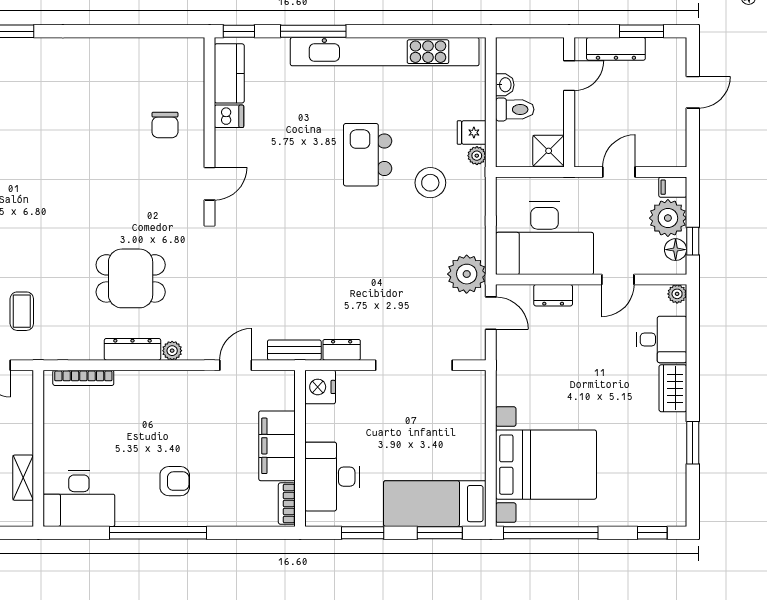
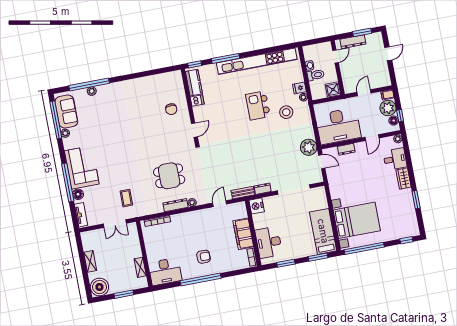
bed: (435, 504) -> (323, 231), moved, turned 90

